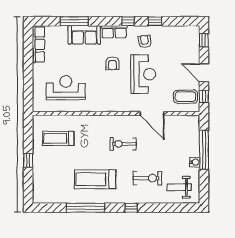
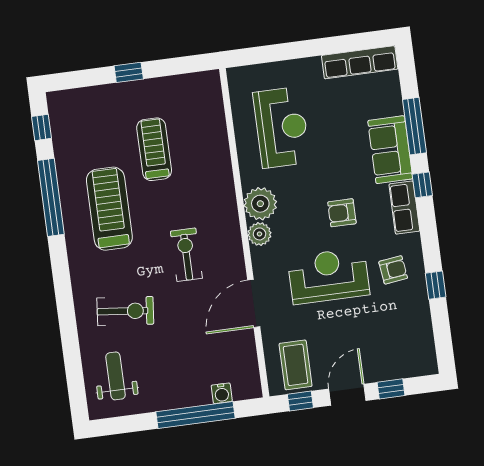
window: (128, 21) -> (422, 185), moved
window: (204, 40) -> (391, 389), moved
reception desk: (143, 74) -> (329, 276), turned 180
plant: (103, 103) -> (260, 204), added
plant: (118, 106) -> (259, 234), added
treadmill: (58, 138) -> (154, 149), moved
water cooler: (195, 162) -> (222, 393), moved
exercise bike: (147, 178) -> (125, 311), turned -84
window: (131, 208) -> (42, 127), moved

